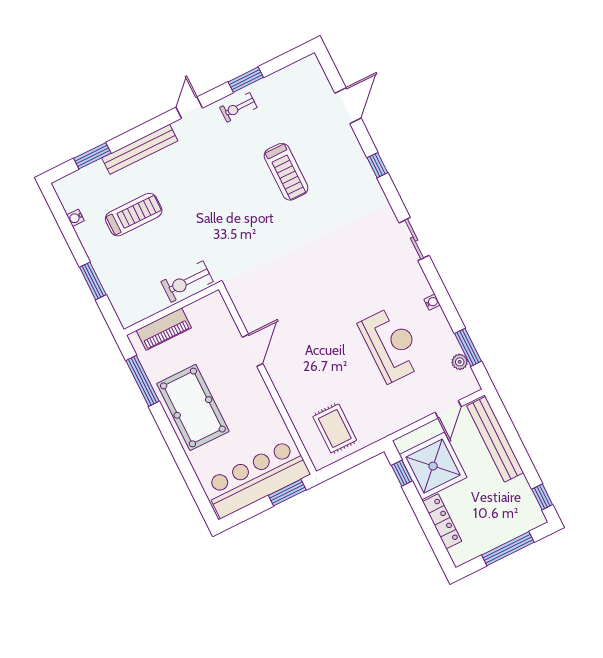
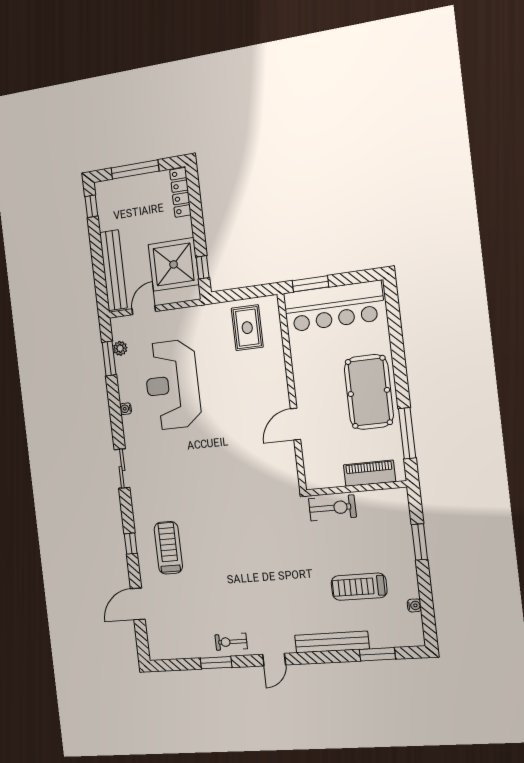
exercise bike: (238, 107) -> (231, 642), turned 180
treadmill: (286, 172) -> (168, 548), moved
reception desk: (391, 344) -> (172, 385), width x1.36, depth x1.30
locker: (442, 521) -> (180, 192), moved

